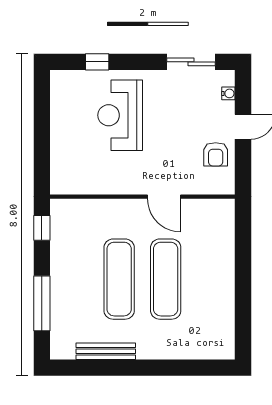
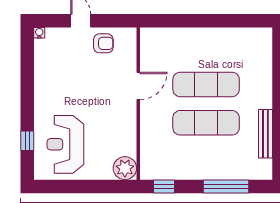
sliding door: (191, 62) -> (27, 64), removed
water cooler: (228, 93) -> (39, 33), moved
reception desk: (120, 115) -> (65, 144), moved, turned 90
plant: (64, 180) -> (125, 168), added

